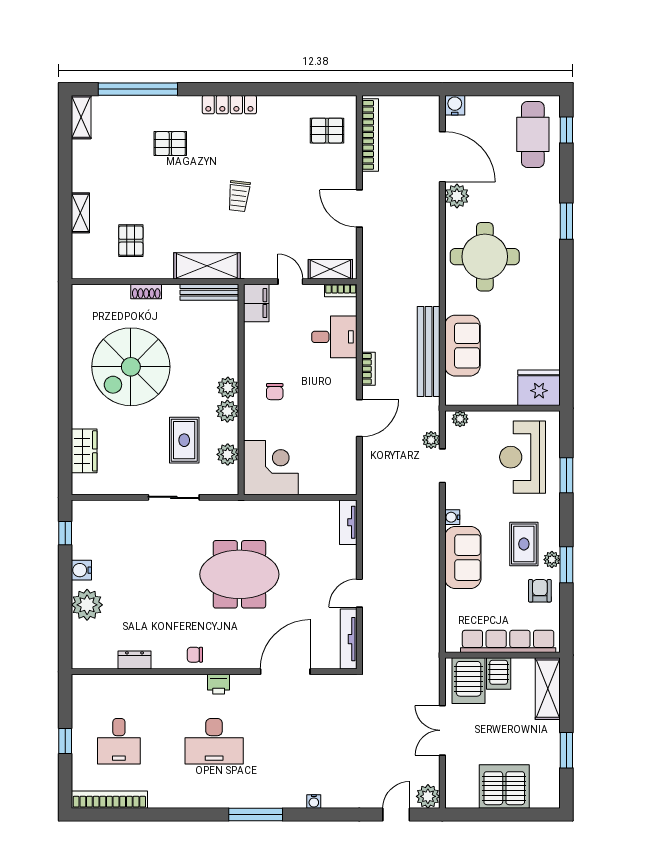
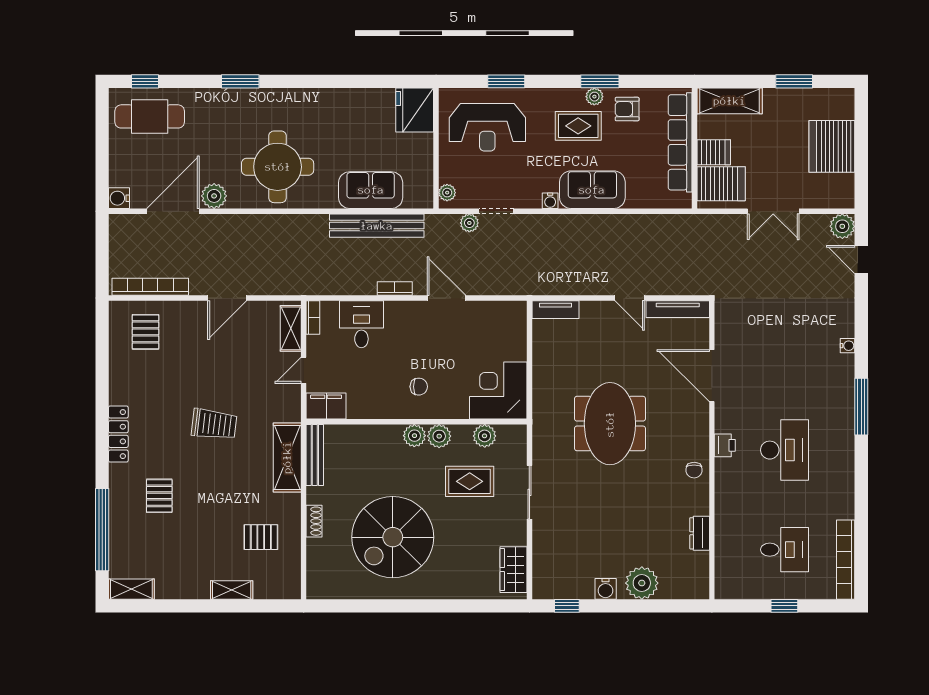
trolley: (239, 196) -> (214, 424), width x1.36, depth x1.39
spiral stairs: (131, 367) -> (393, 537), turned 90
wardrobe: (84, 451) -> (514, 570), moved, turned -90

